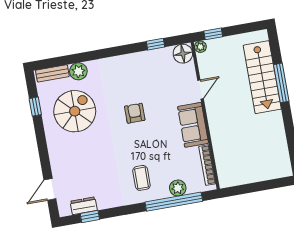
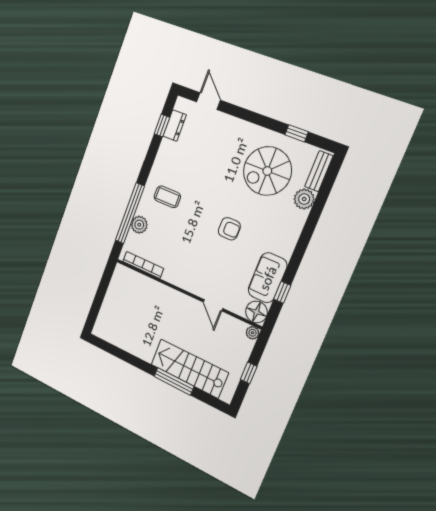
window: (213, 34) -> (249, 373), moved
spiral stairs: (75, 111) -> (267, 171), turned 90
sofa: (193, 125) -> (268, 278), moved, turned -90

